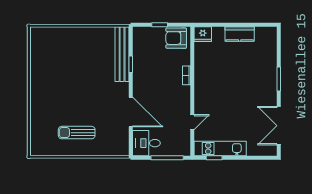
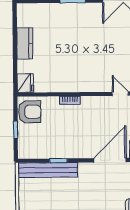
armchair: (176, 38) -> (30, 112), turned -90

